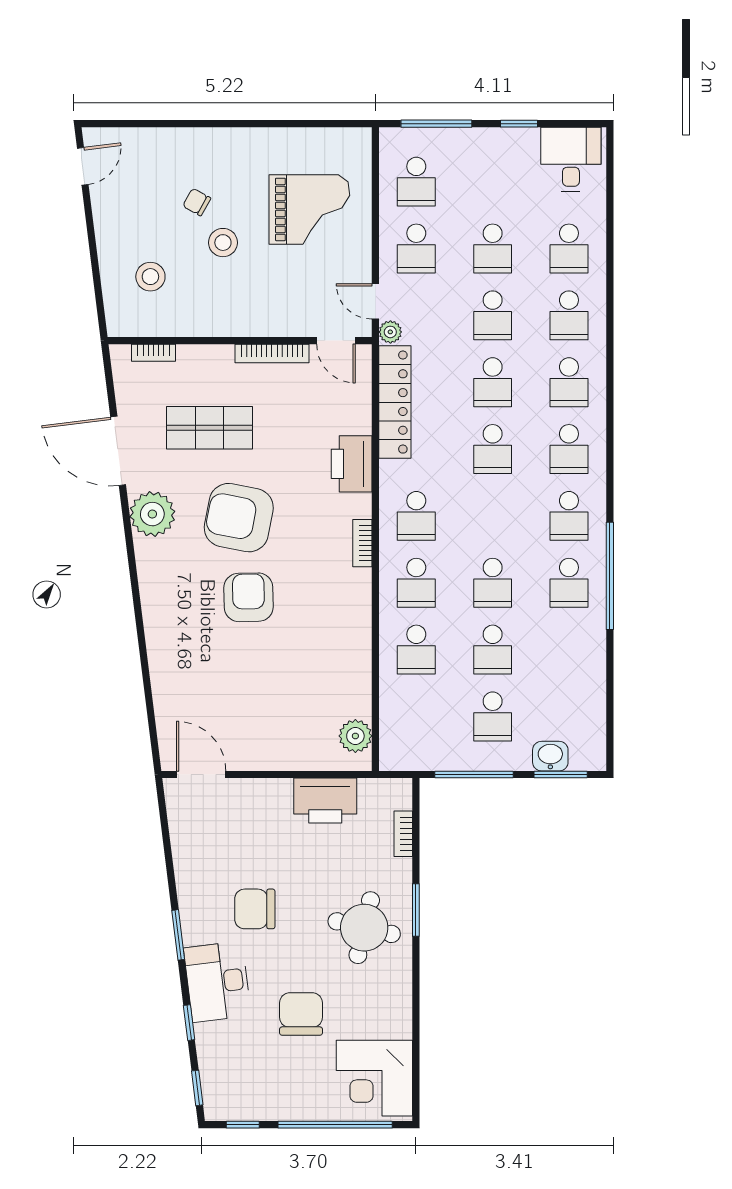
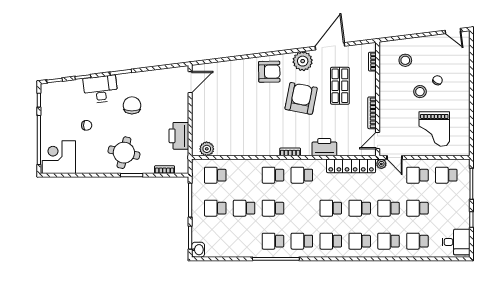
door: (375, 301) -> (395, 157), swing flipped
armchair: (249, 597) -> (269, 72), moved
school desk: (416, 650) -> (215, 175), moved
washbasin: (550, 756) -> (198, 250), moved
chair: (301, 1014) -> (87, 125), width x0.54, depth x0.54

